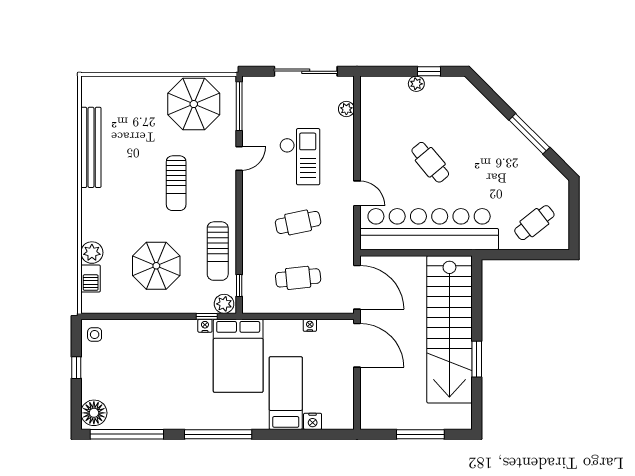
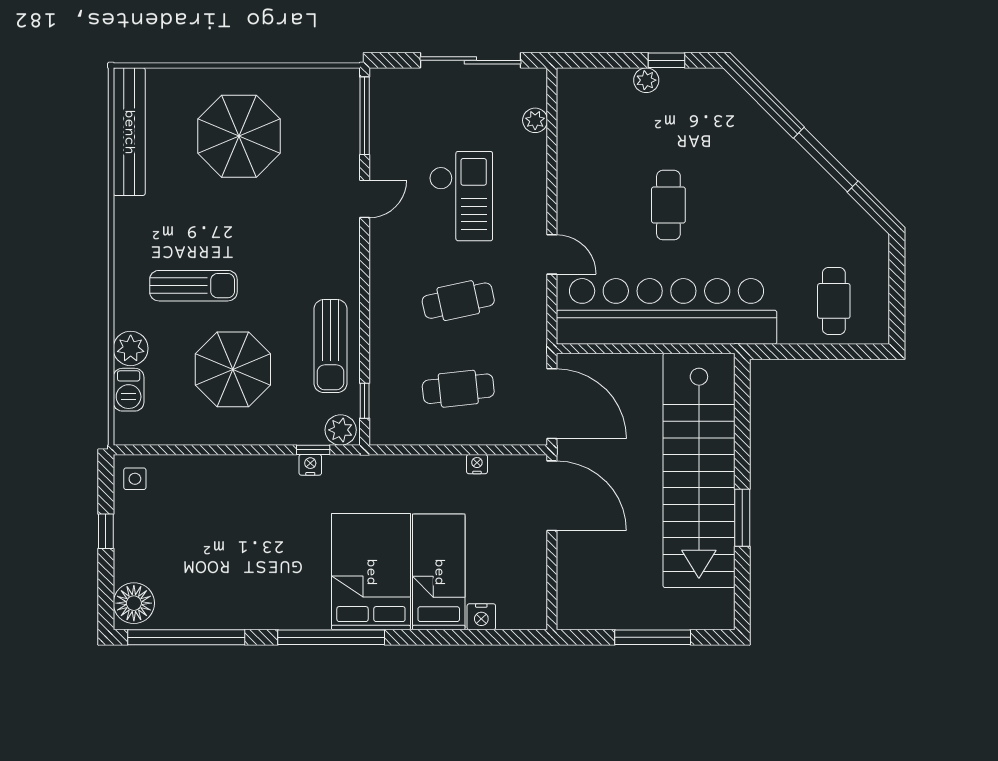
parasol: (194, 104) -> (239, 136), moved
bench: (91, 147) -> (129, 132), moved
cafe table: (430, 162) -> (668, 205), turned 40
sun lounger: (176, 183) -> (193, 286), moved, turned -90
cafe table: (534, 223) -> (834, 301), turned -52
bed: (238, 356) -> (371, 572), moved, turned 180

